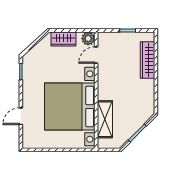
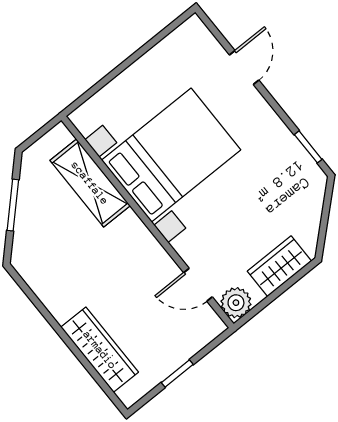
door: (96, 55) -> (198, 285), swing flipped
bed with nightstands: (70, 107) -> (171, 155), width x0.73

